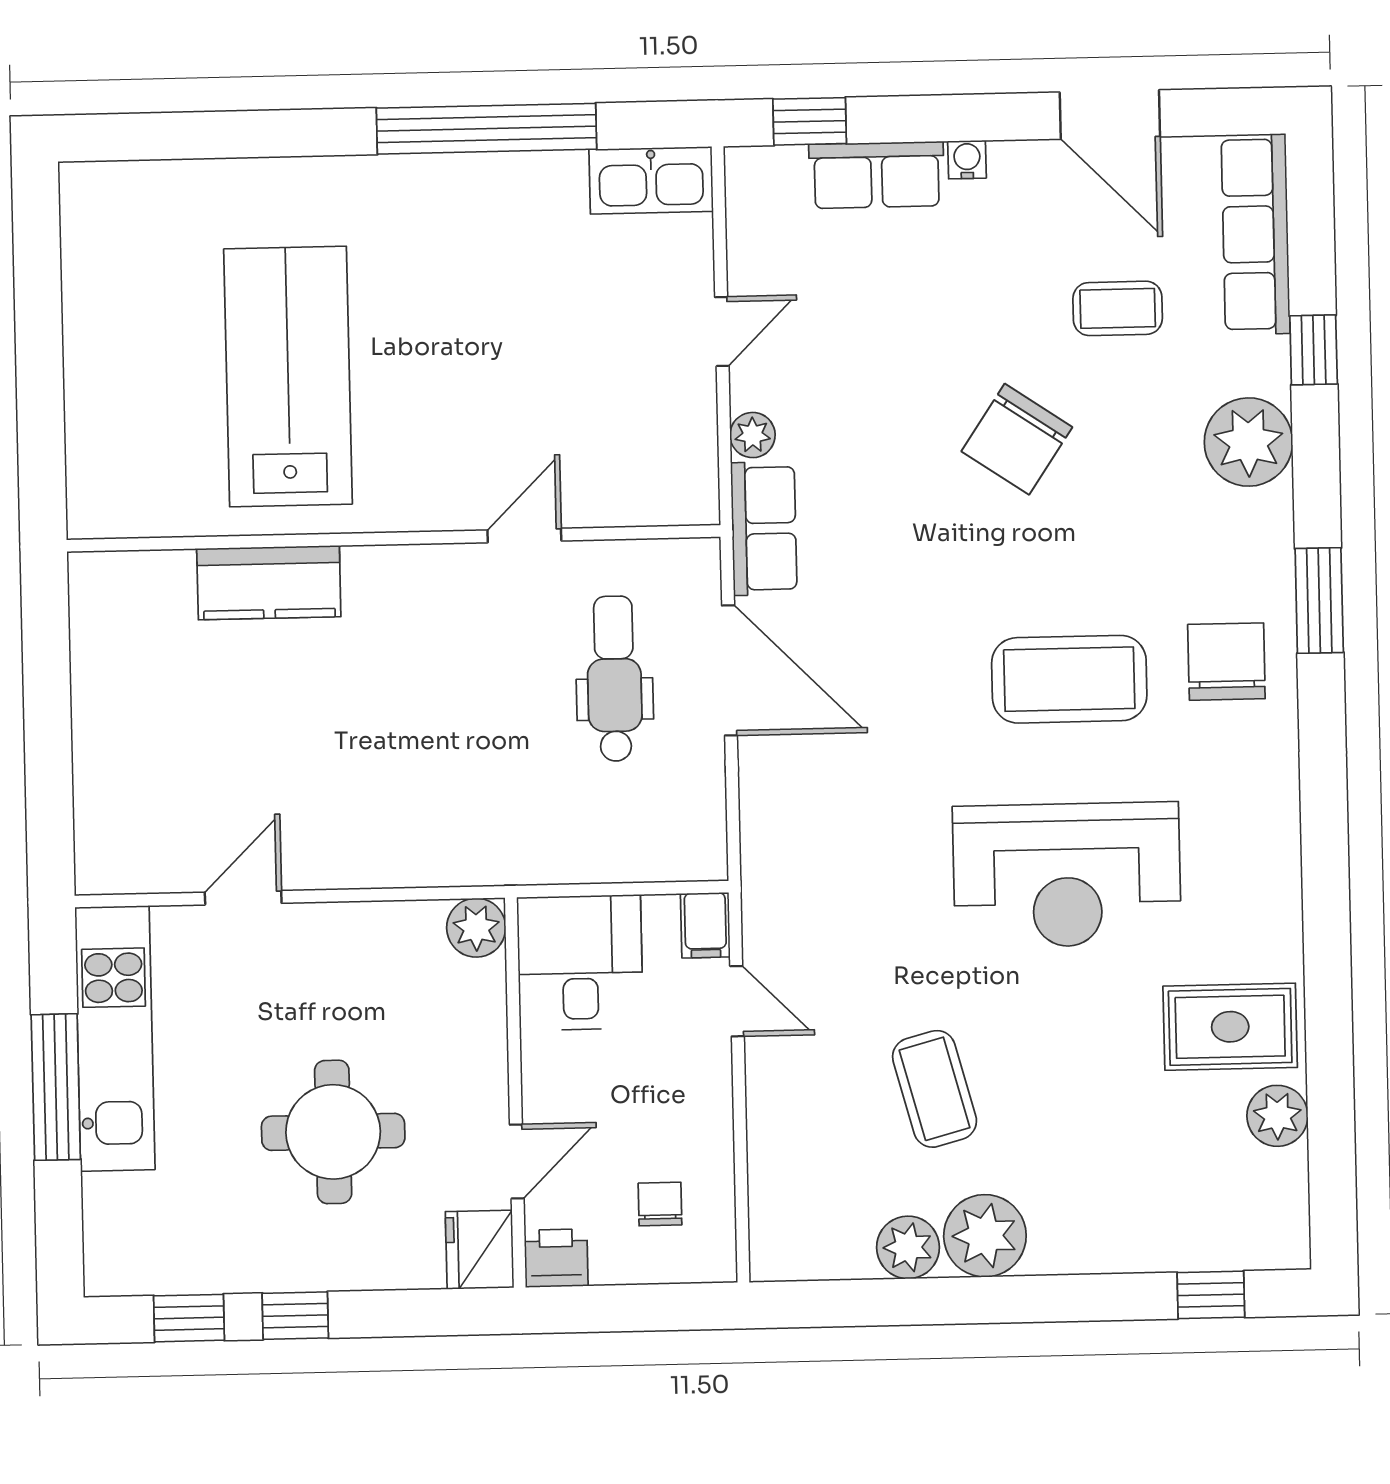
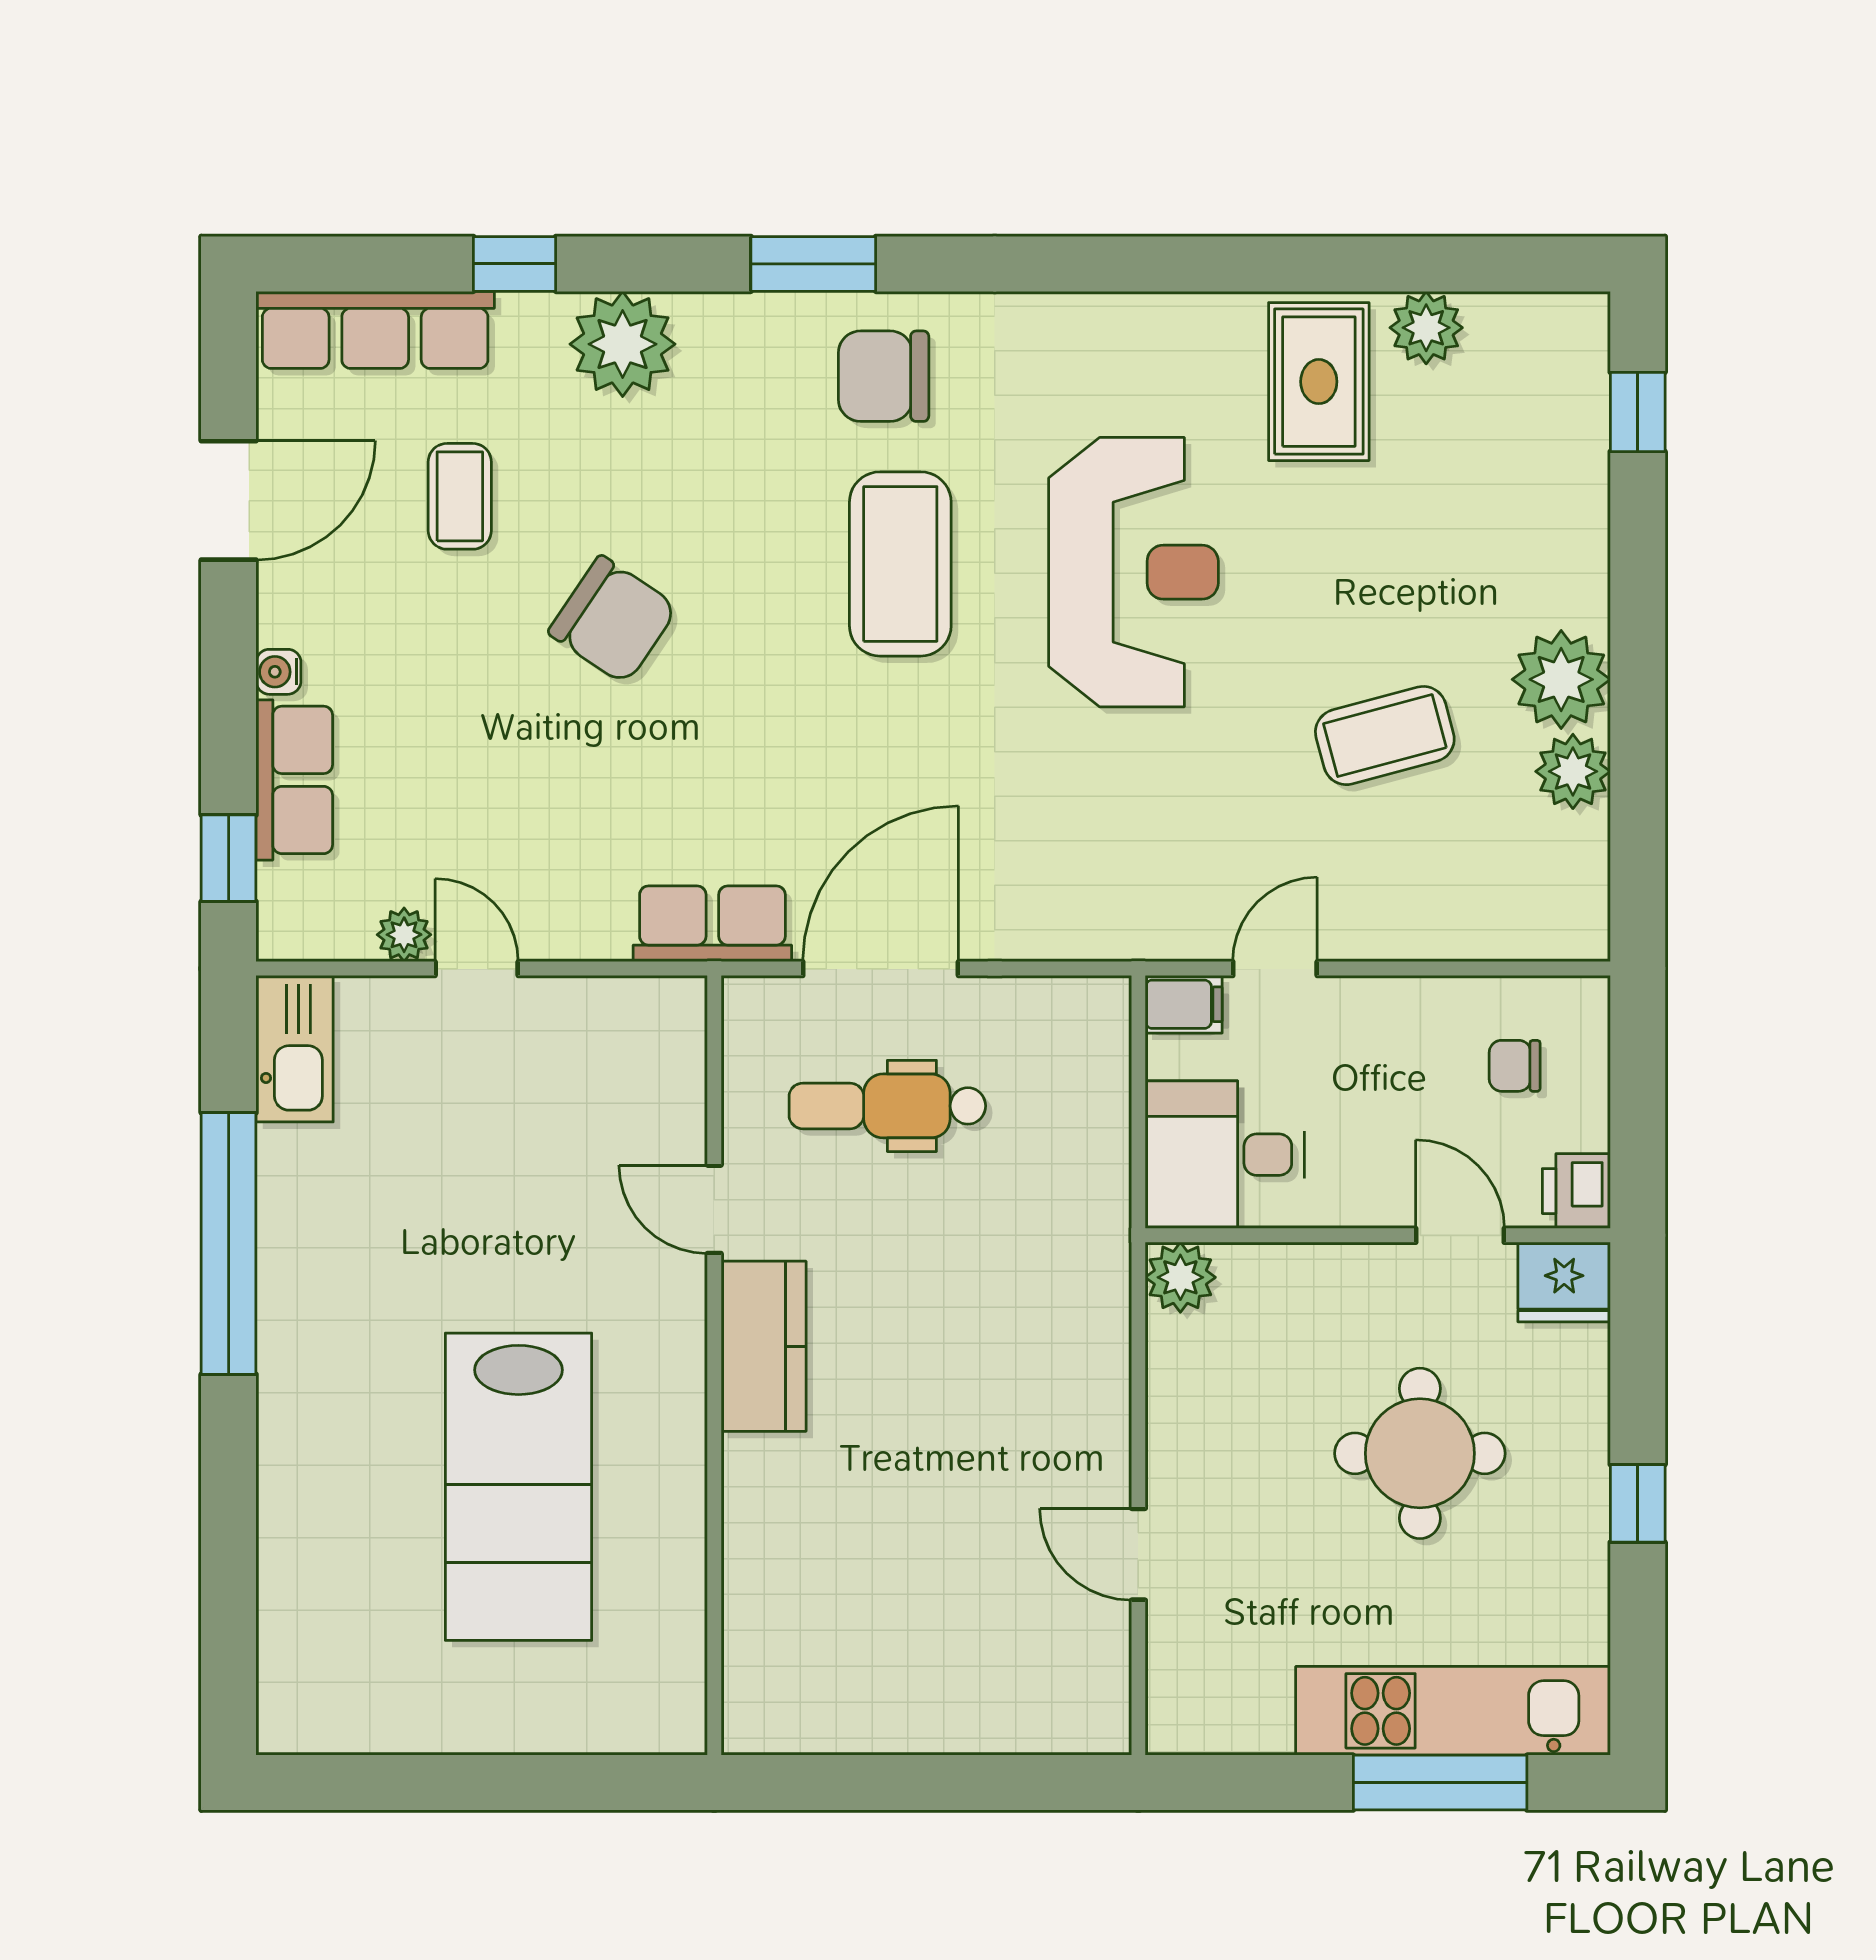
lab bench: (288, 377) -> (518, 1487), turned -90
plant: (753, 435) -> (404, 935), moved
kitchen counter: (269, 583) -> (764, 1346), moved
kitchen unit: (115, 1038) -> (1453, 1711), moved
window: (56, 1087) -> (1440, 1783), moved
window: (189, 1318) -> (1638, 1630), removed

